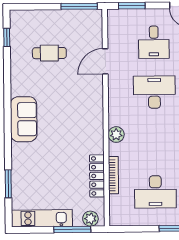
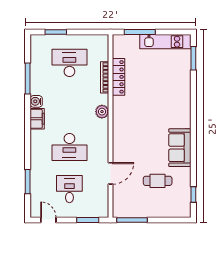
sofa: (24, 119) -> (180, 148), moved
window: (8, 184) -> (193, 58), moved
plant: (90, 219) -> (124, 41), removed

